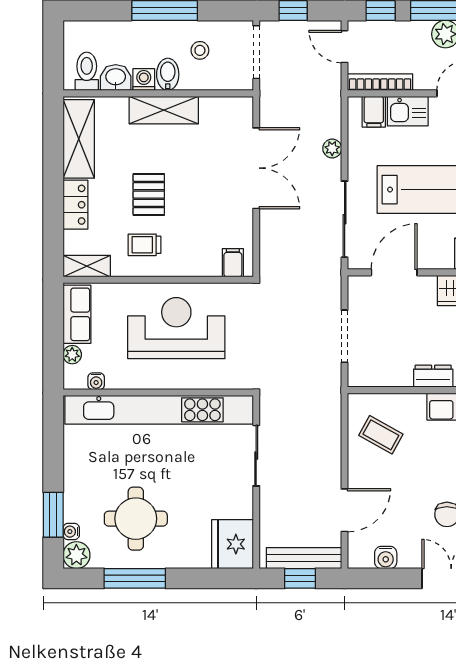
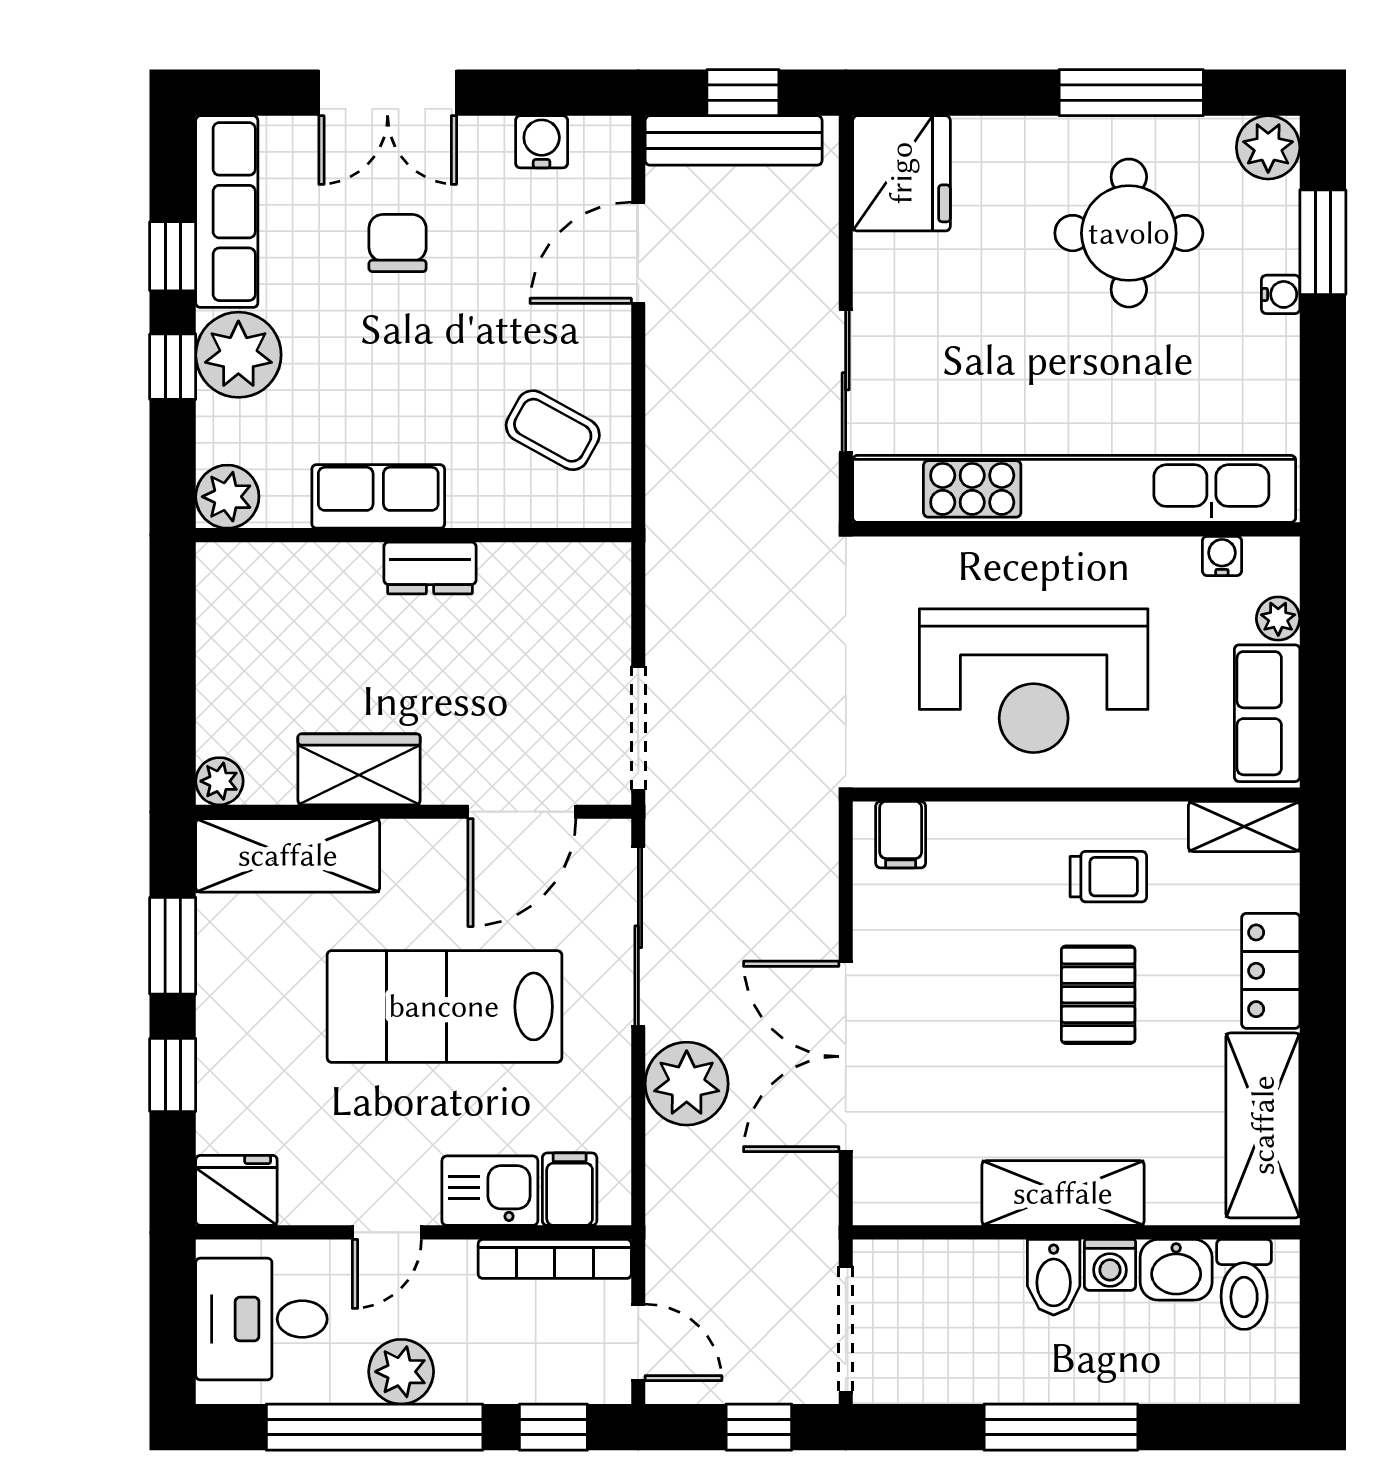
stool: (200, 50) -> (978, 1333), removed
plant: (332, 148) -> (687, 1084), width x1.88, depth x1.88
doorway: (345, 336) -> (638, 728), moved
water cooler: (71, 532) -> (1281, 294), moved

